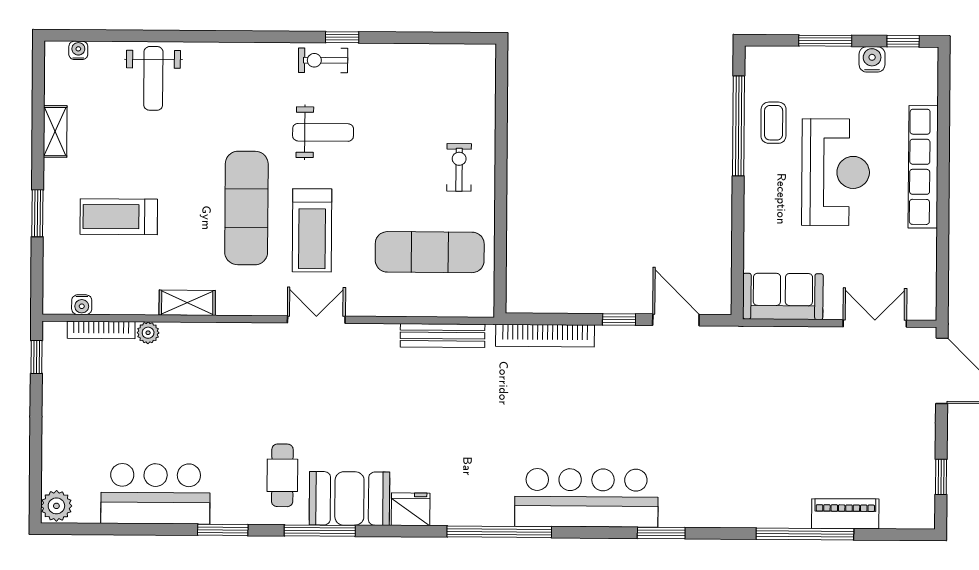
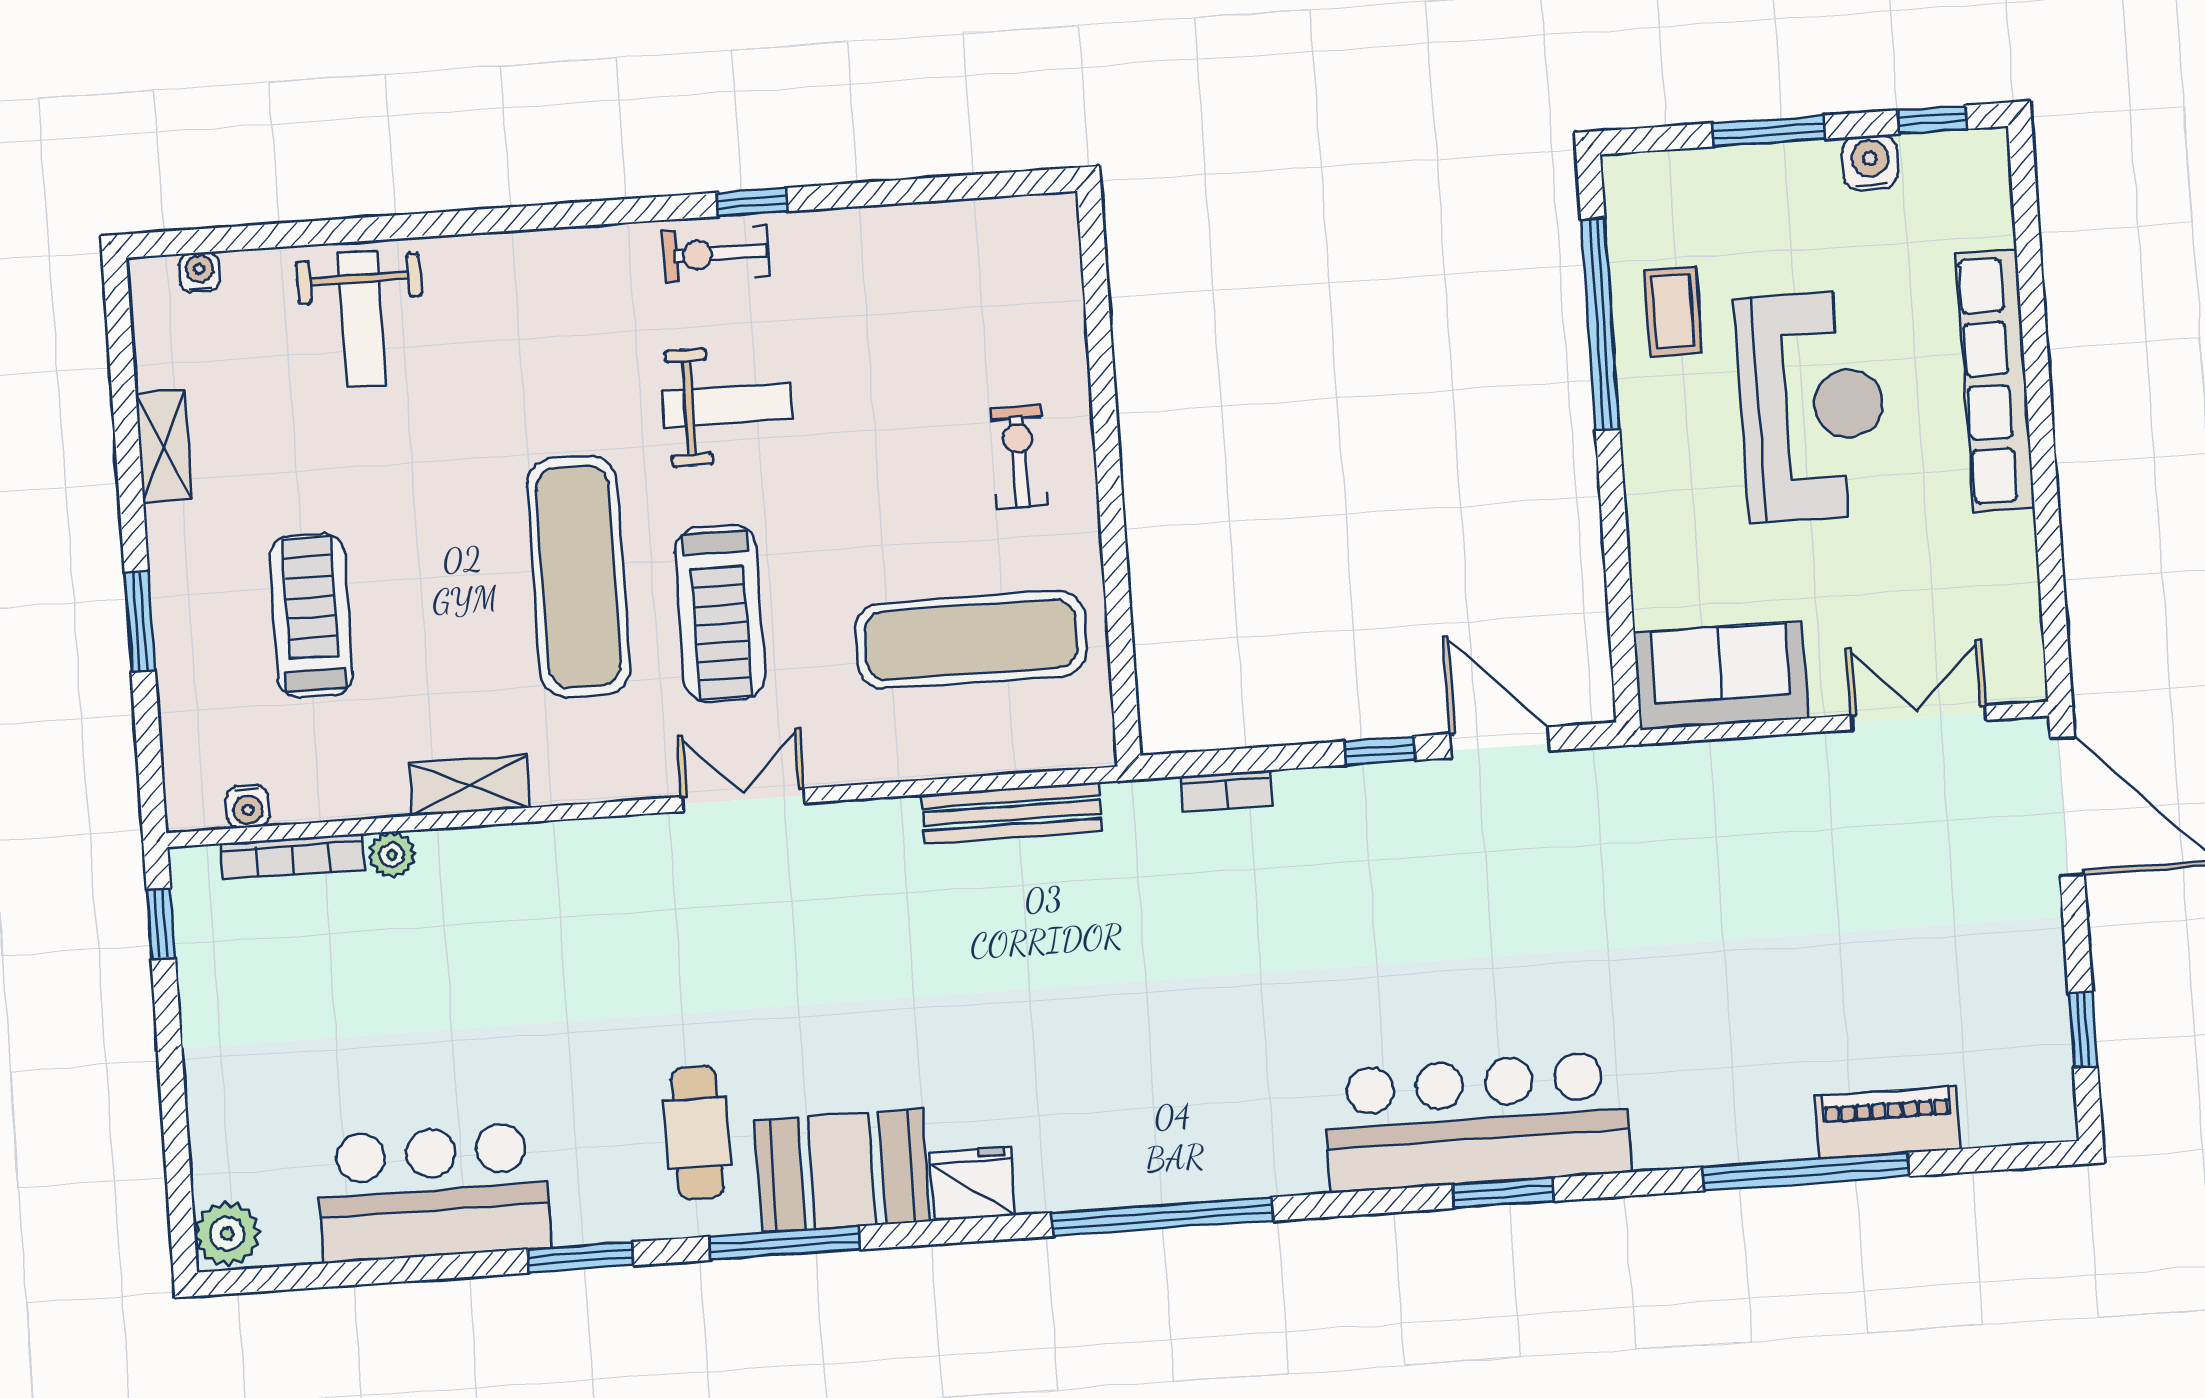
treadmill: (119, 217) -> (311, 615), turned 90
bookcase: (545, 336) -> (1227, 791), width x0.43, depth x0.76
bar counter: (586, 498) -> (1477, 1122), moved

